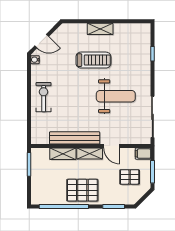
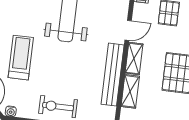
treadmill: (93, 60) -> (21, 58), moved

